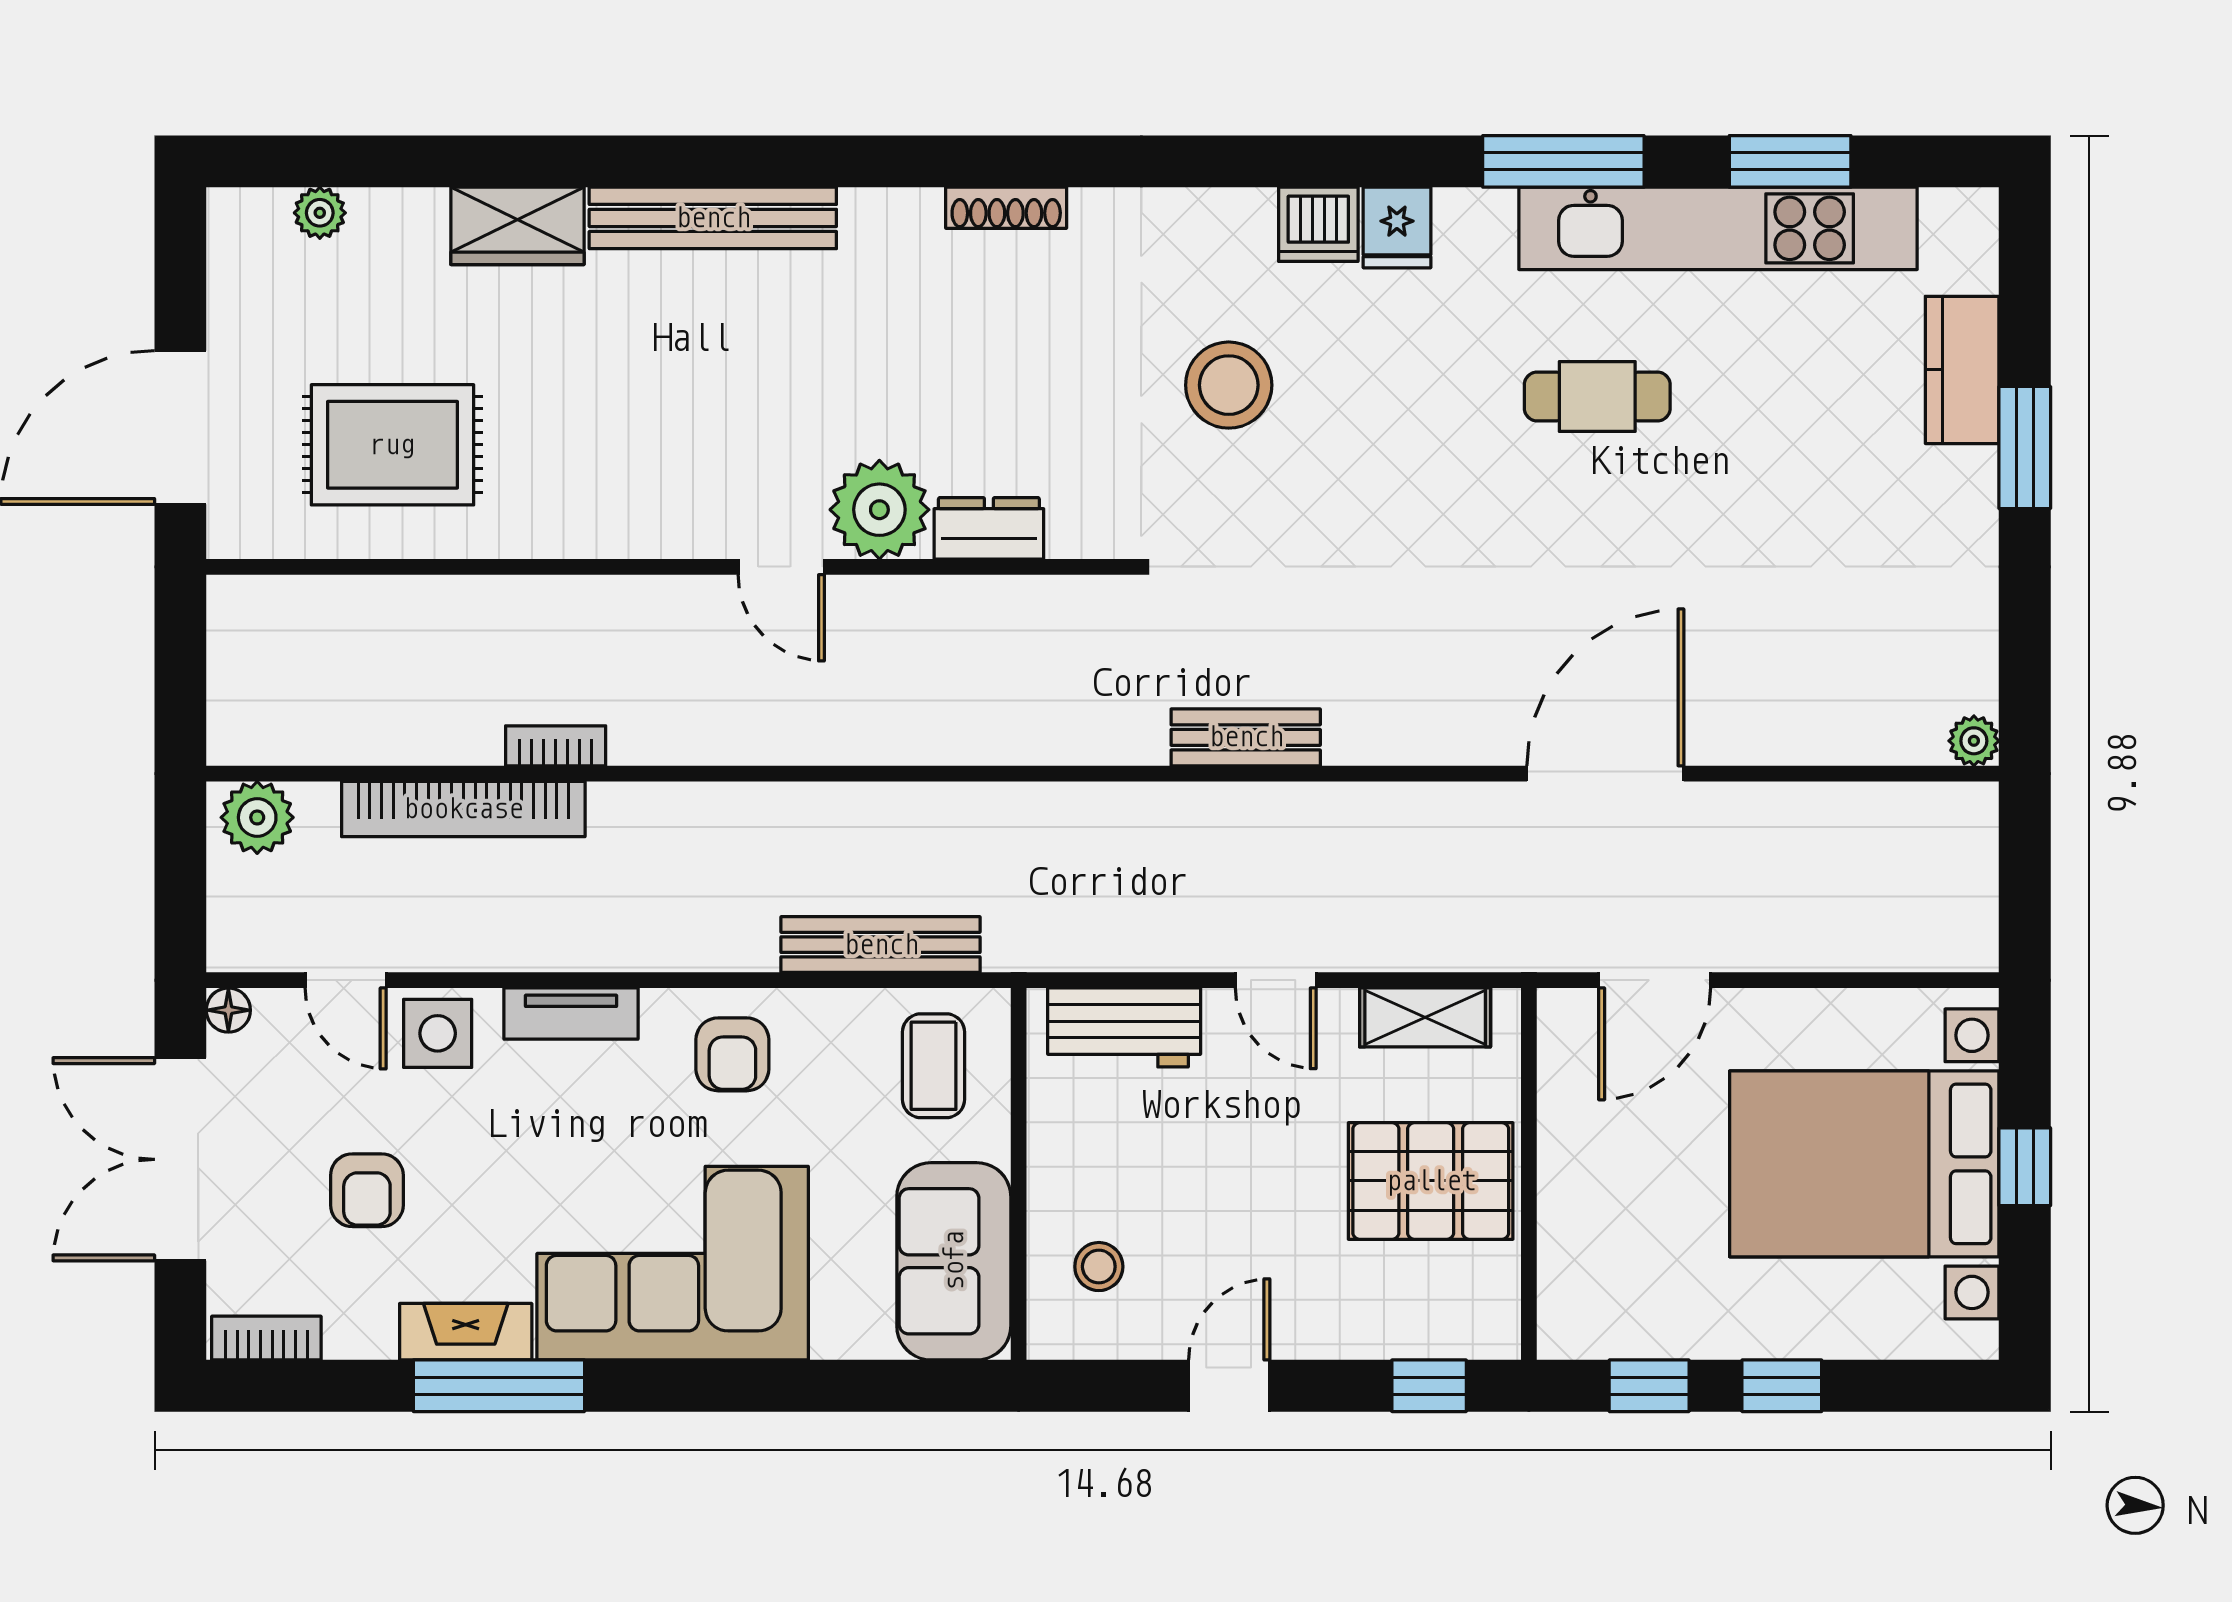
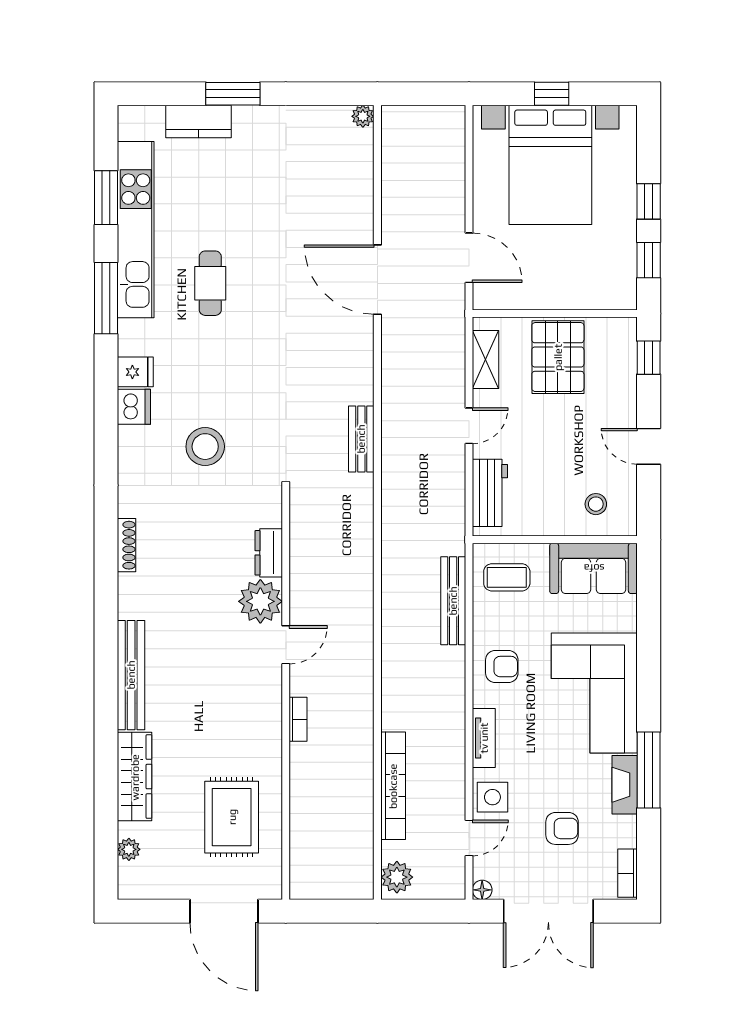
wardrobe: (517, 226) -> (135, 777), width x1.50
bookcase: (556, 746) -> (298, 719), moved, turned 180

